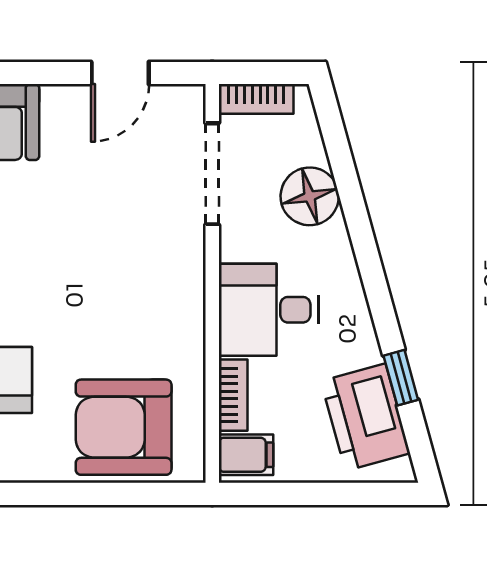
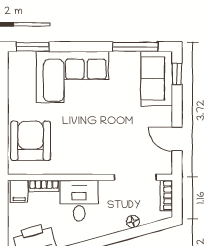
floor lamp: (310, 196) -> (133, 222), width x0.53, depth x0.53

